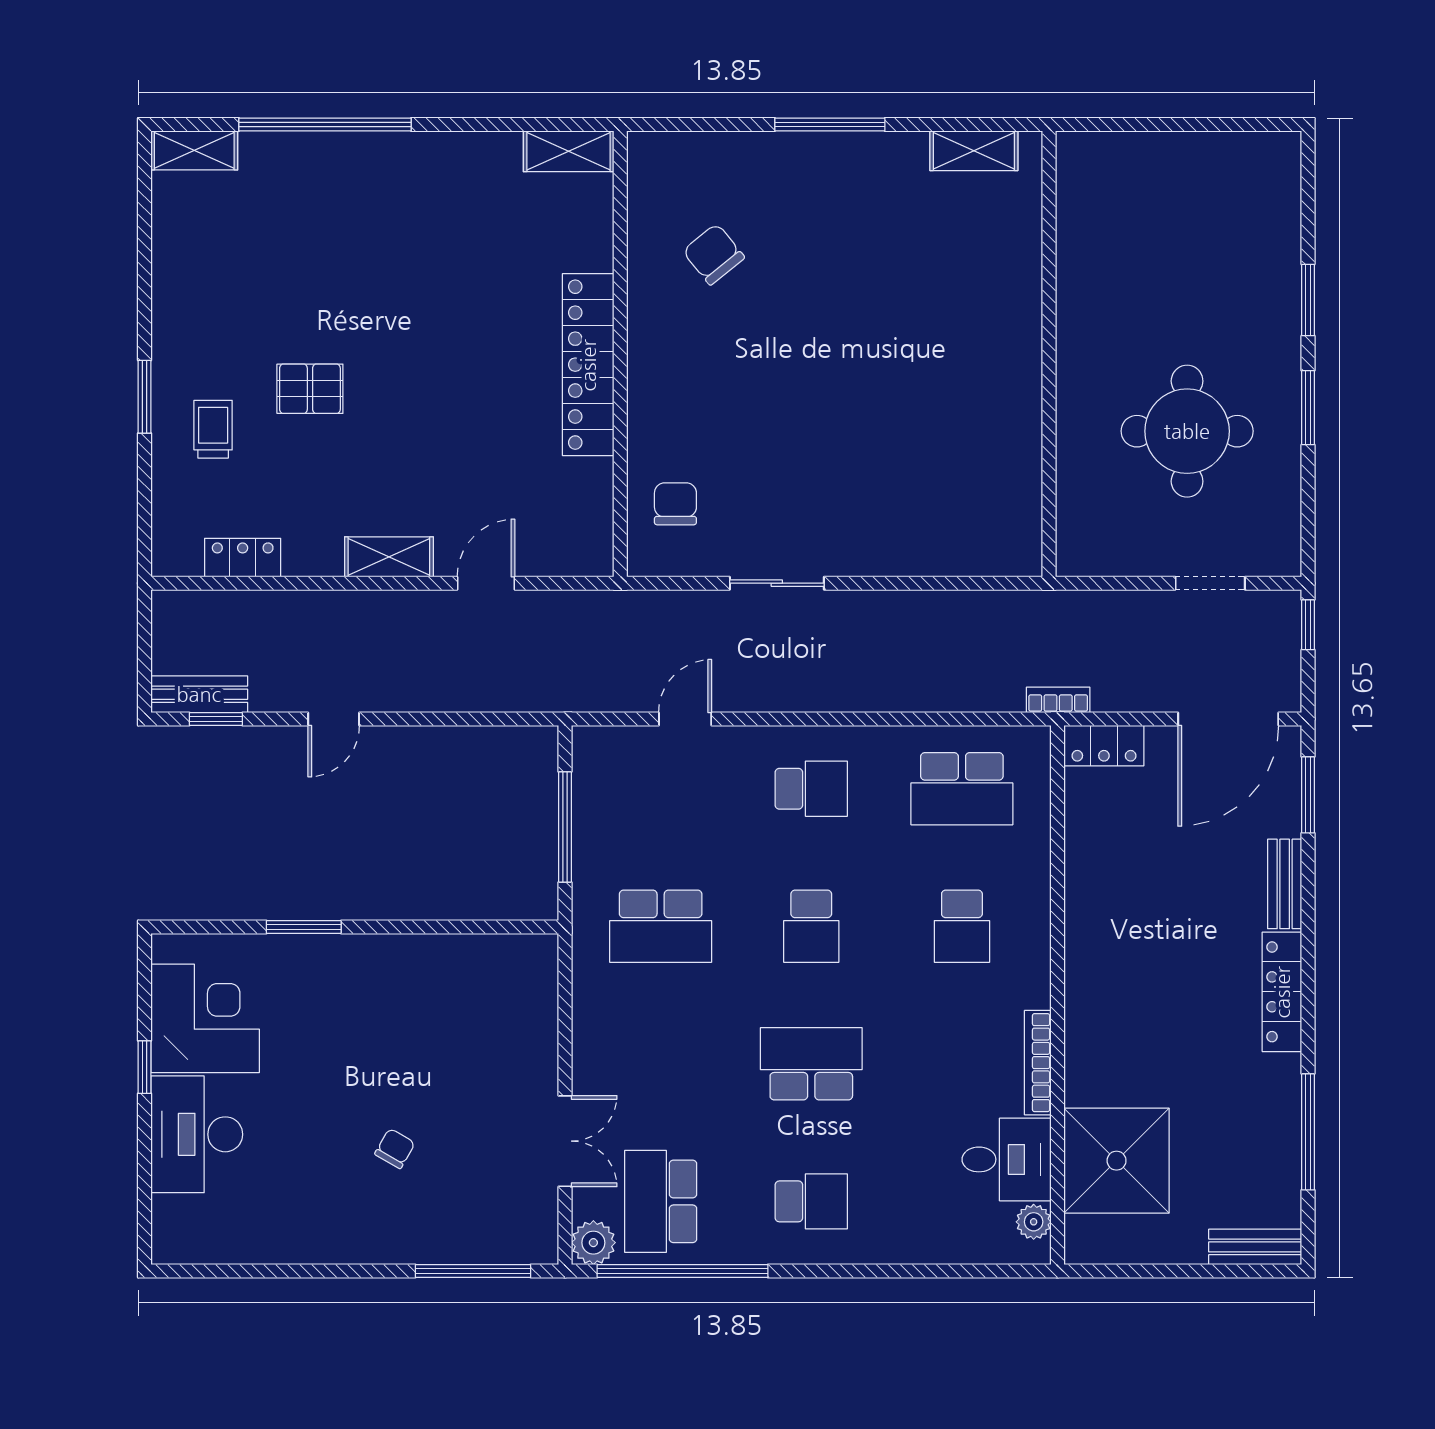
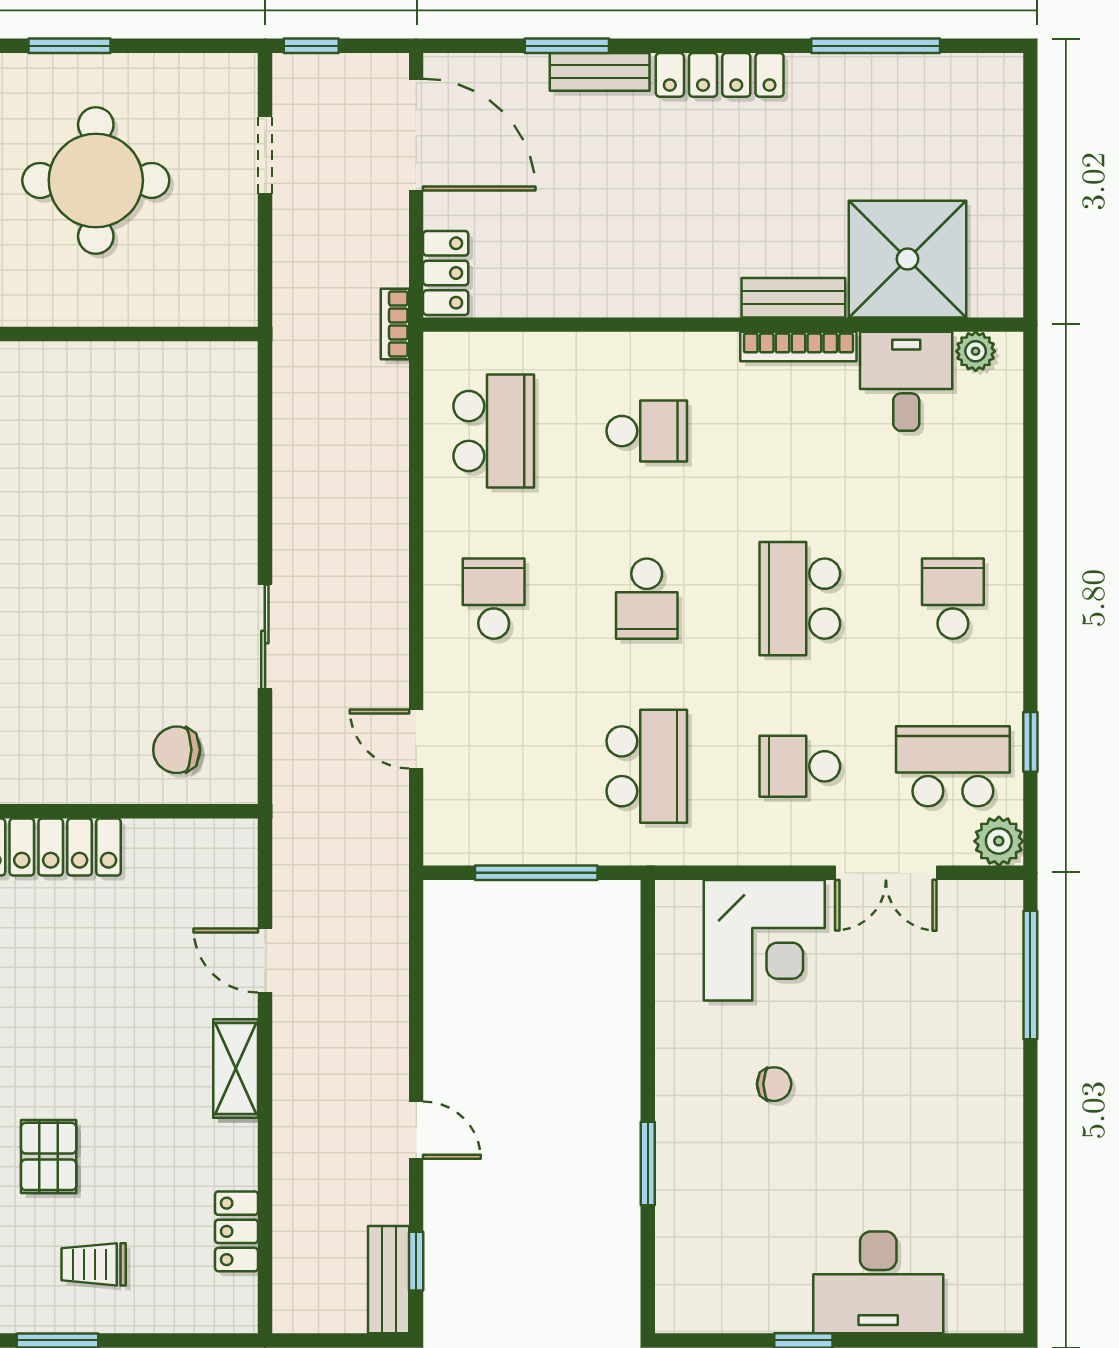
window: (1308, 795) -> (567, 46), moved
school desk: (811, 926) -> (647, 599), turned 90
corner desk: (205, 1018) -> (764, 940), moved, turned 180
school desk: (661, 1064) -> (800, 766), added
double door: (565, 1141) -> (886, 873), swing flipped
chair: (395, 1149) -> (774, 1084), moved, turned 150
school desk: (661, 1201) -> (953, 766), turned 180
bench: (1255, 1247) -> (793, 298), moved, turned 90
window: (683, 1271) -> (1030, 742), width x0.32

